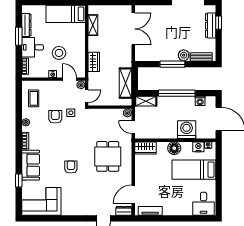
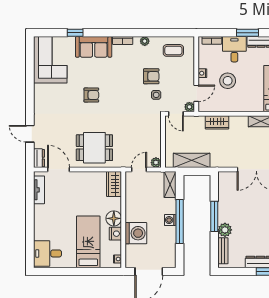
washing machine: (200, 101) -> (170, 220), moved
nightstand: (198, 147) -> (115, 234), moved
dining table: (108, 156) -> (94, 148), moved

